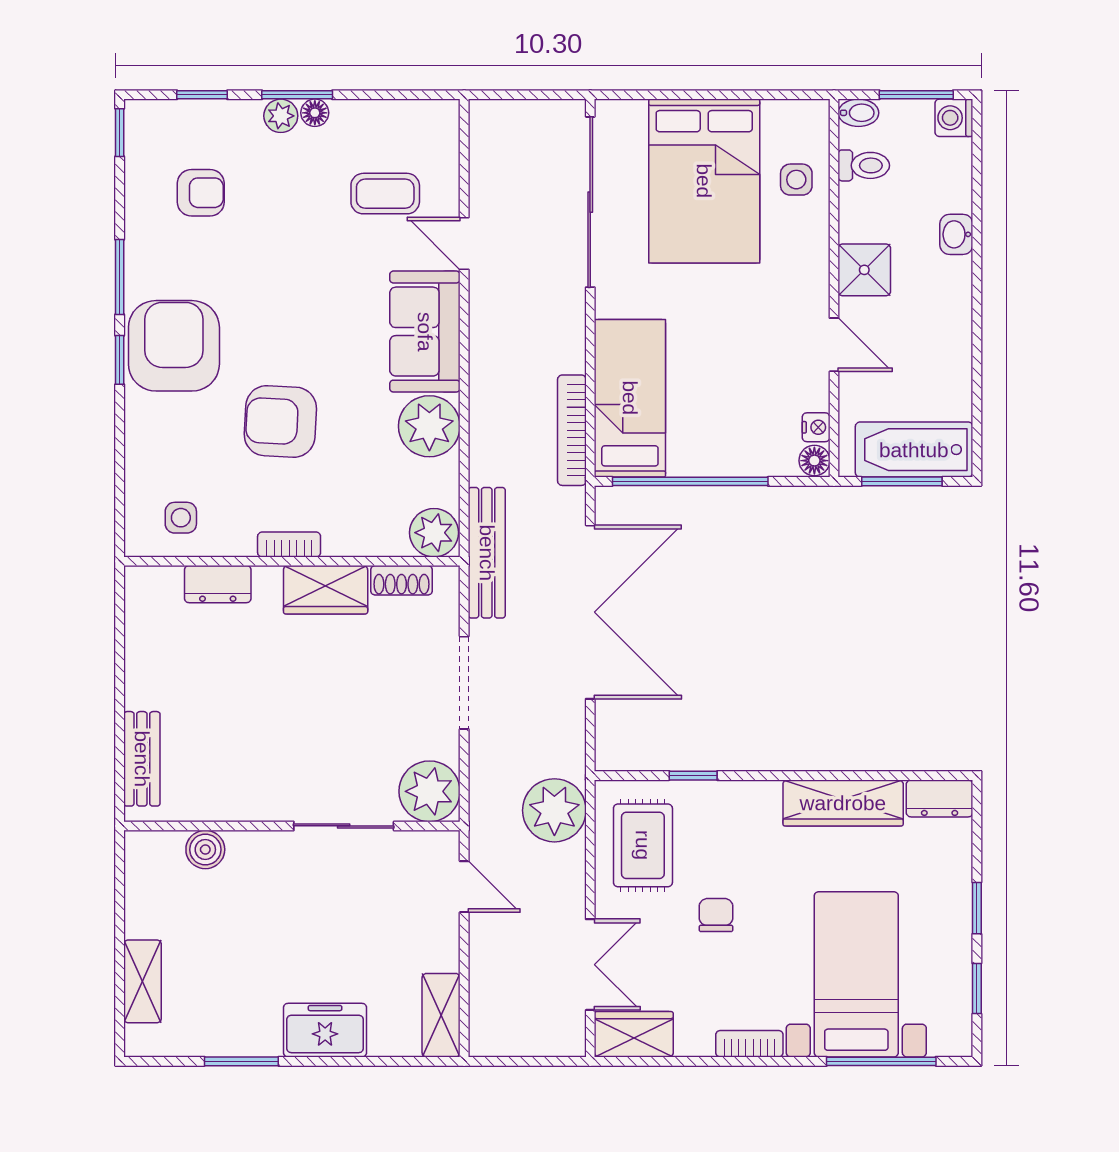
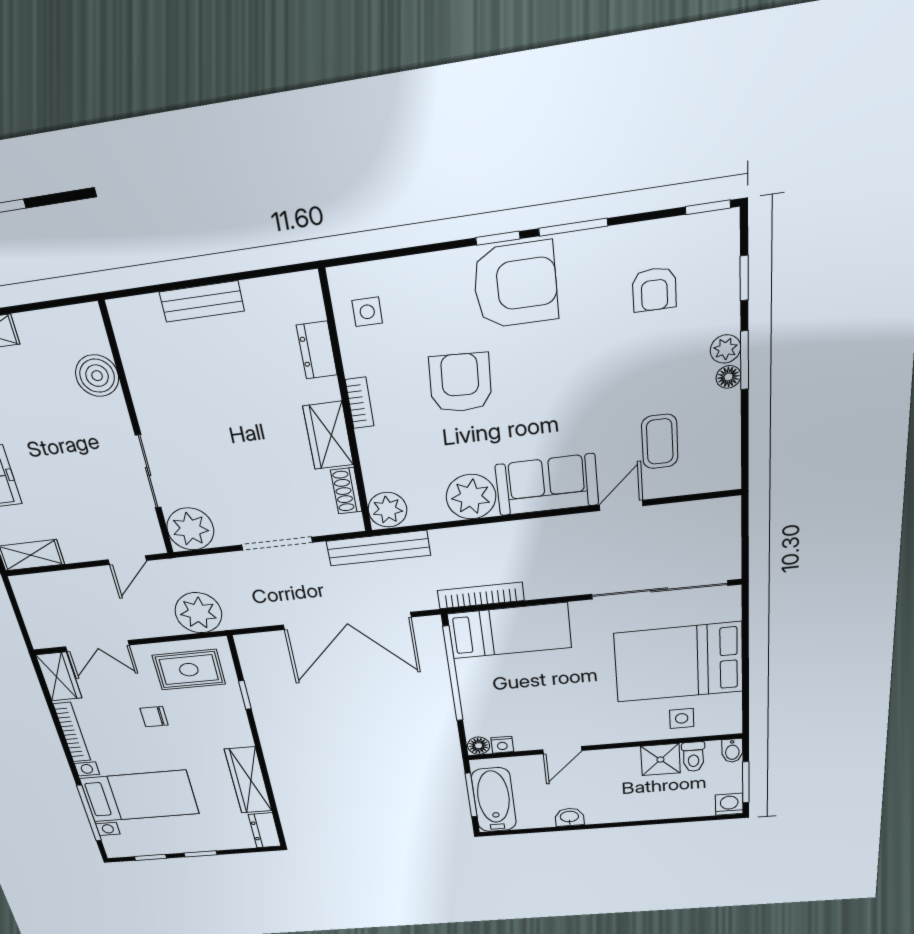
washbasin: (956, 234) -> (569, 817), moved
shower: (864, 270) -> (660, 760), moved
bench: (142, 759) -> (202, 301), moved
boiler: (205, 850) -> (97, 376), width x1.36, depth x1.36
chair: (716, 915) -> (154, 717), turned 180
bookcase: (749, 1044) -> (72, 732), width x1.56

